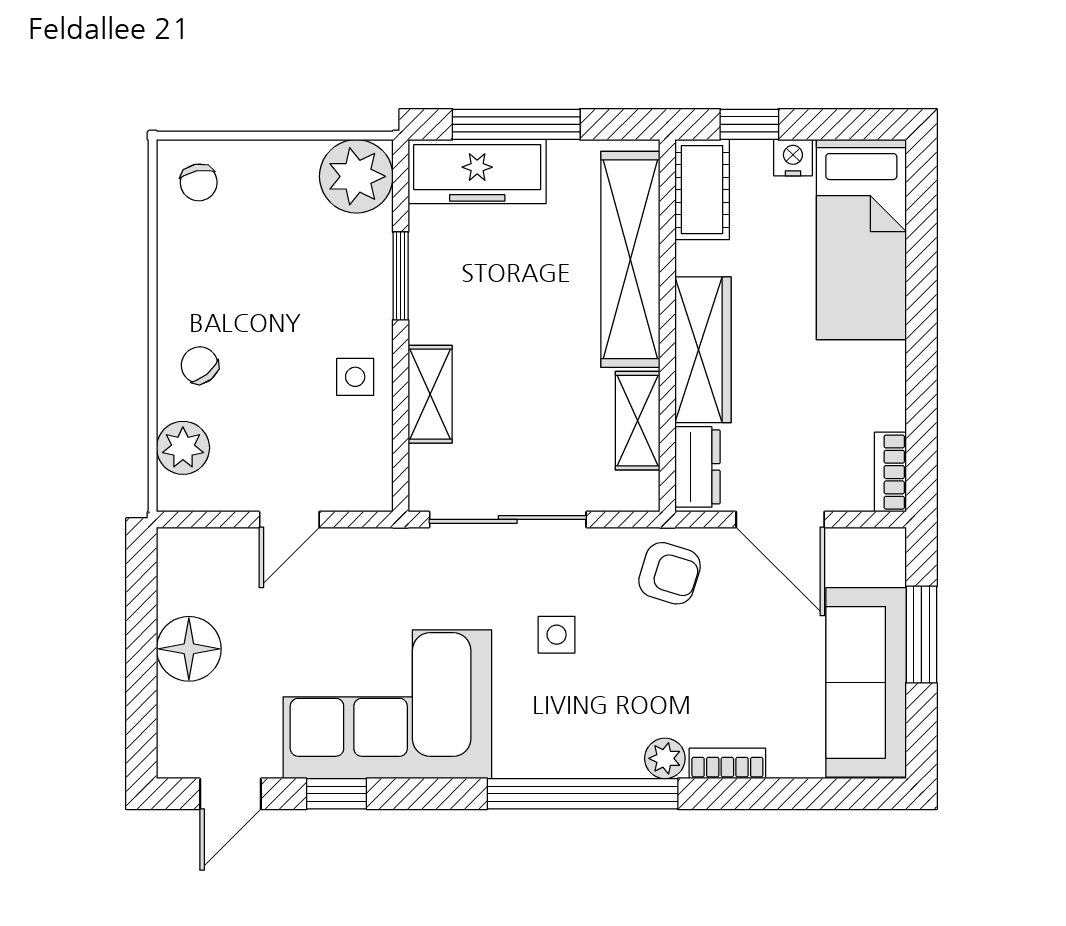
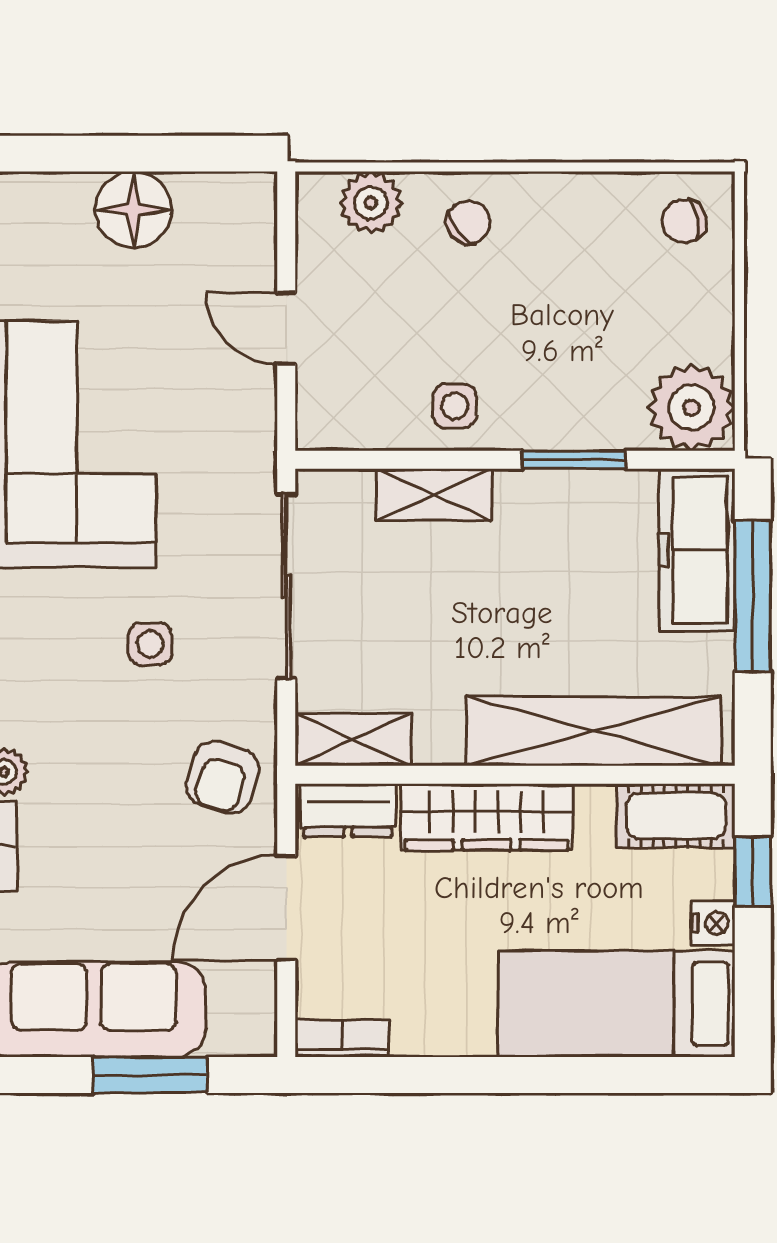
shelving: (638, 421) -> (353, 740), moved

